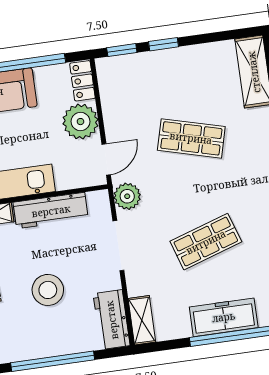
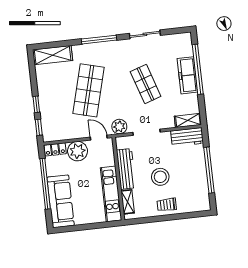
shop shelf: (191, 138) -> (89, 90), width x1.43, depth x1.36
stool: (48, 290) -> (160, 177), moved

